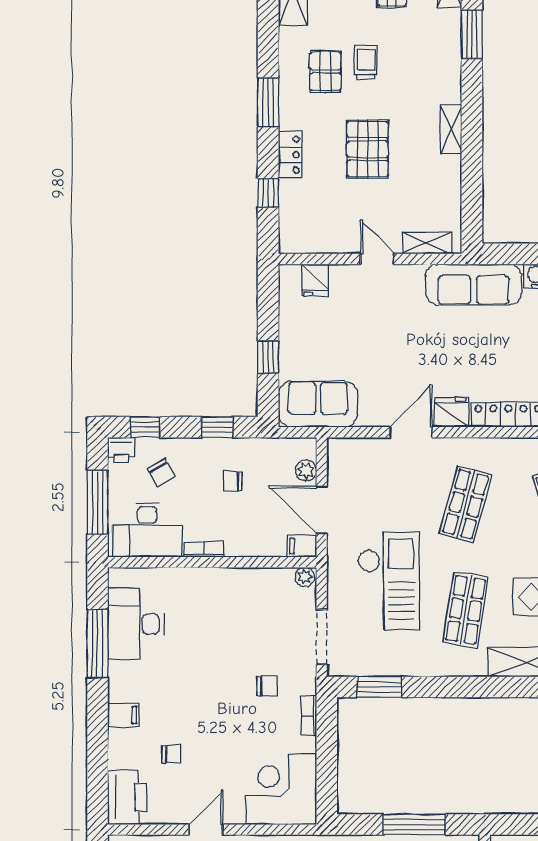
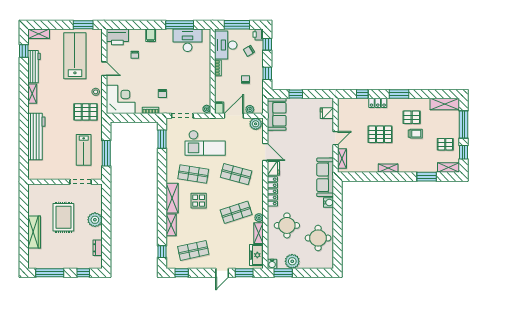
plant: (342, 456) -> (256, 124), added

